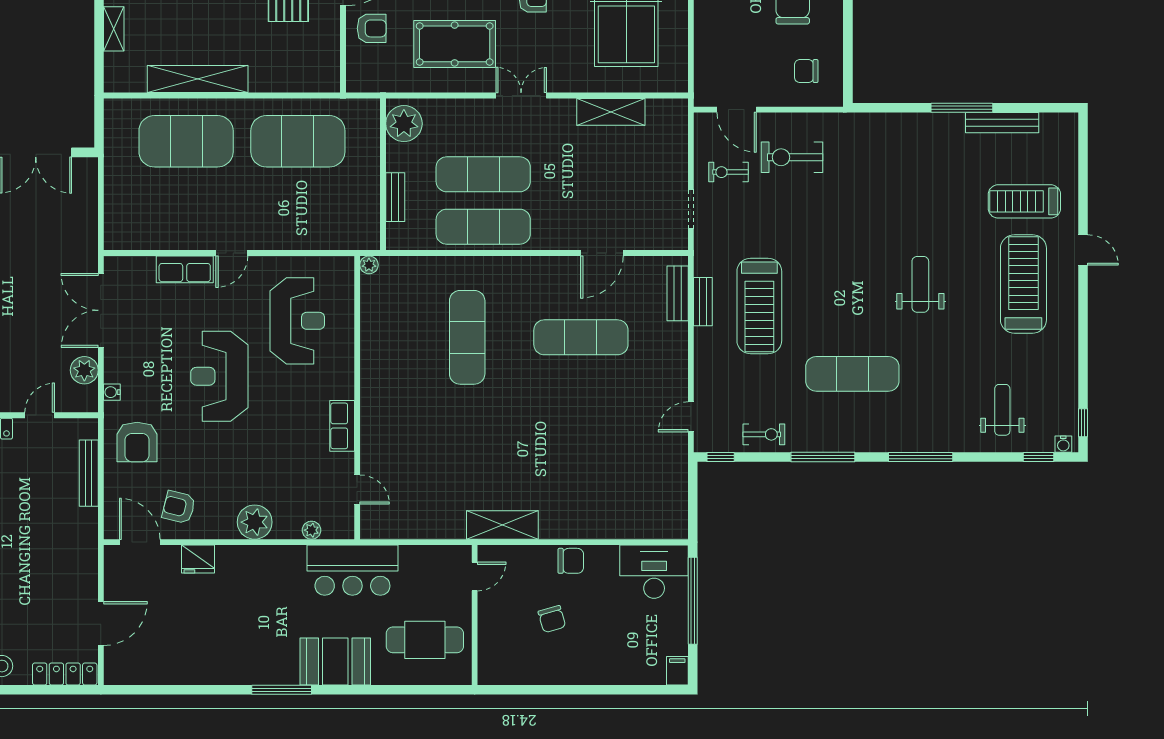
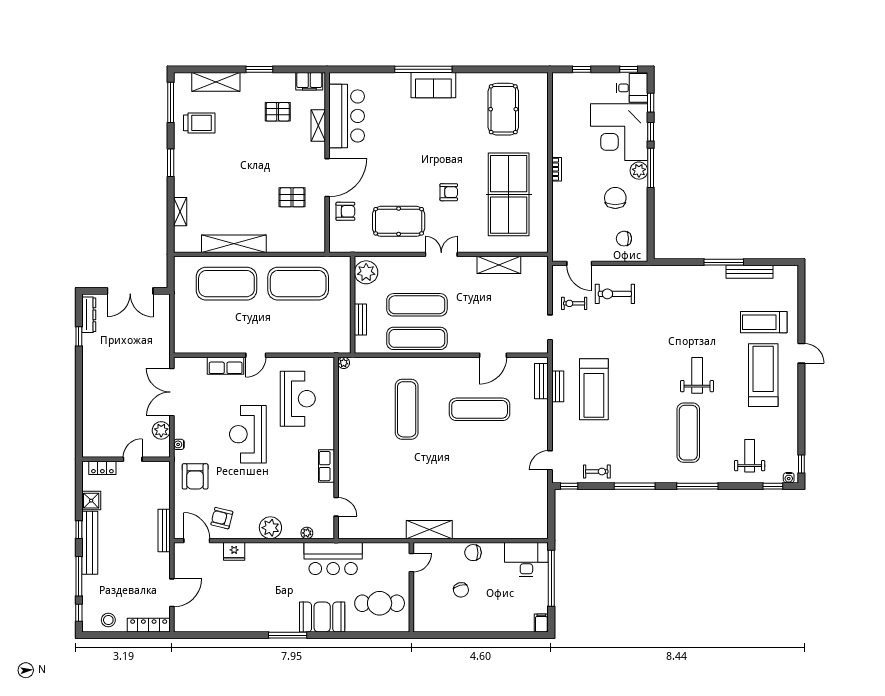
exercise mat: (852, 374) -> (688, 433), moved, turned 90
bench: (89, 473) -> (164, 531), moved
chair: (571, 561) -> (473, 553), turned 180

